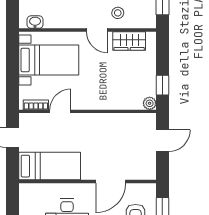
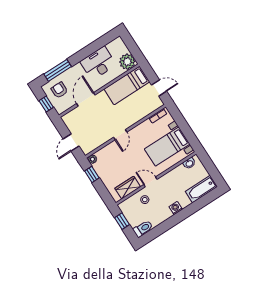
door: (60, 111) -> (120, 135), moved
plant: (30, 195) -> (127, 62), added

